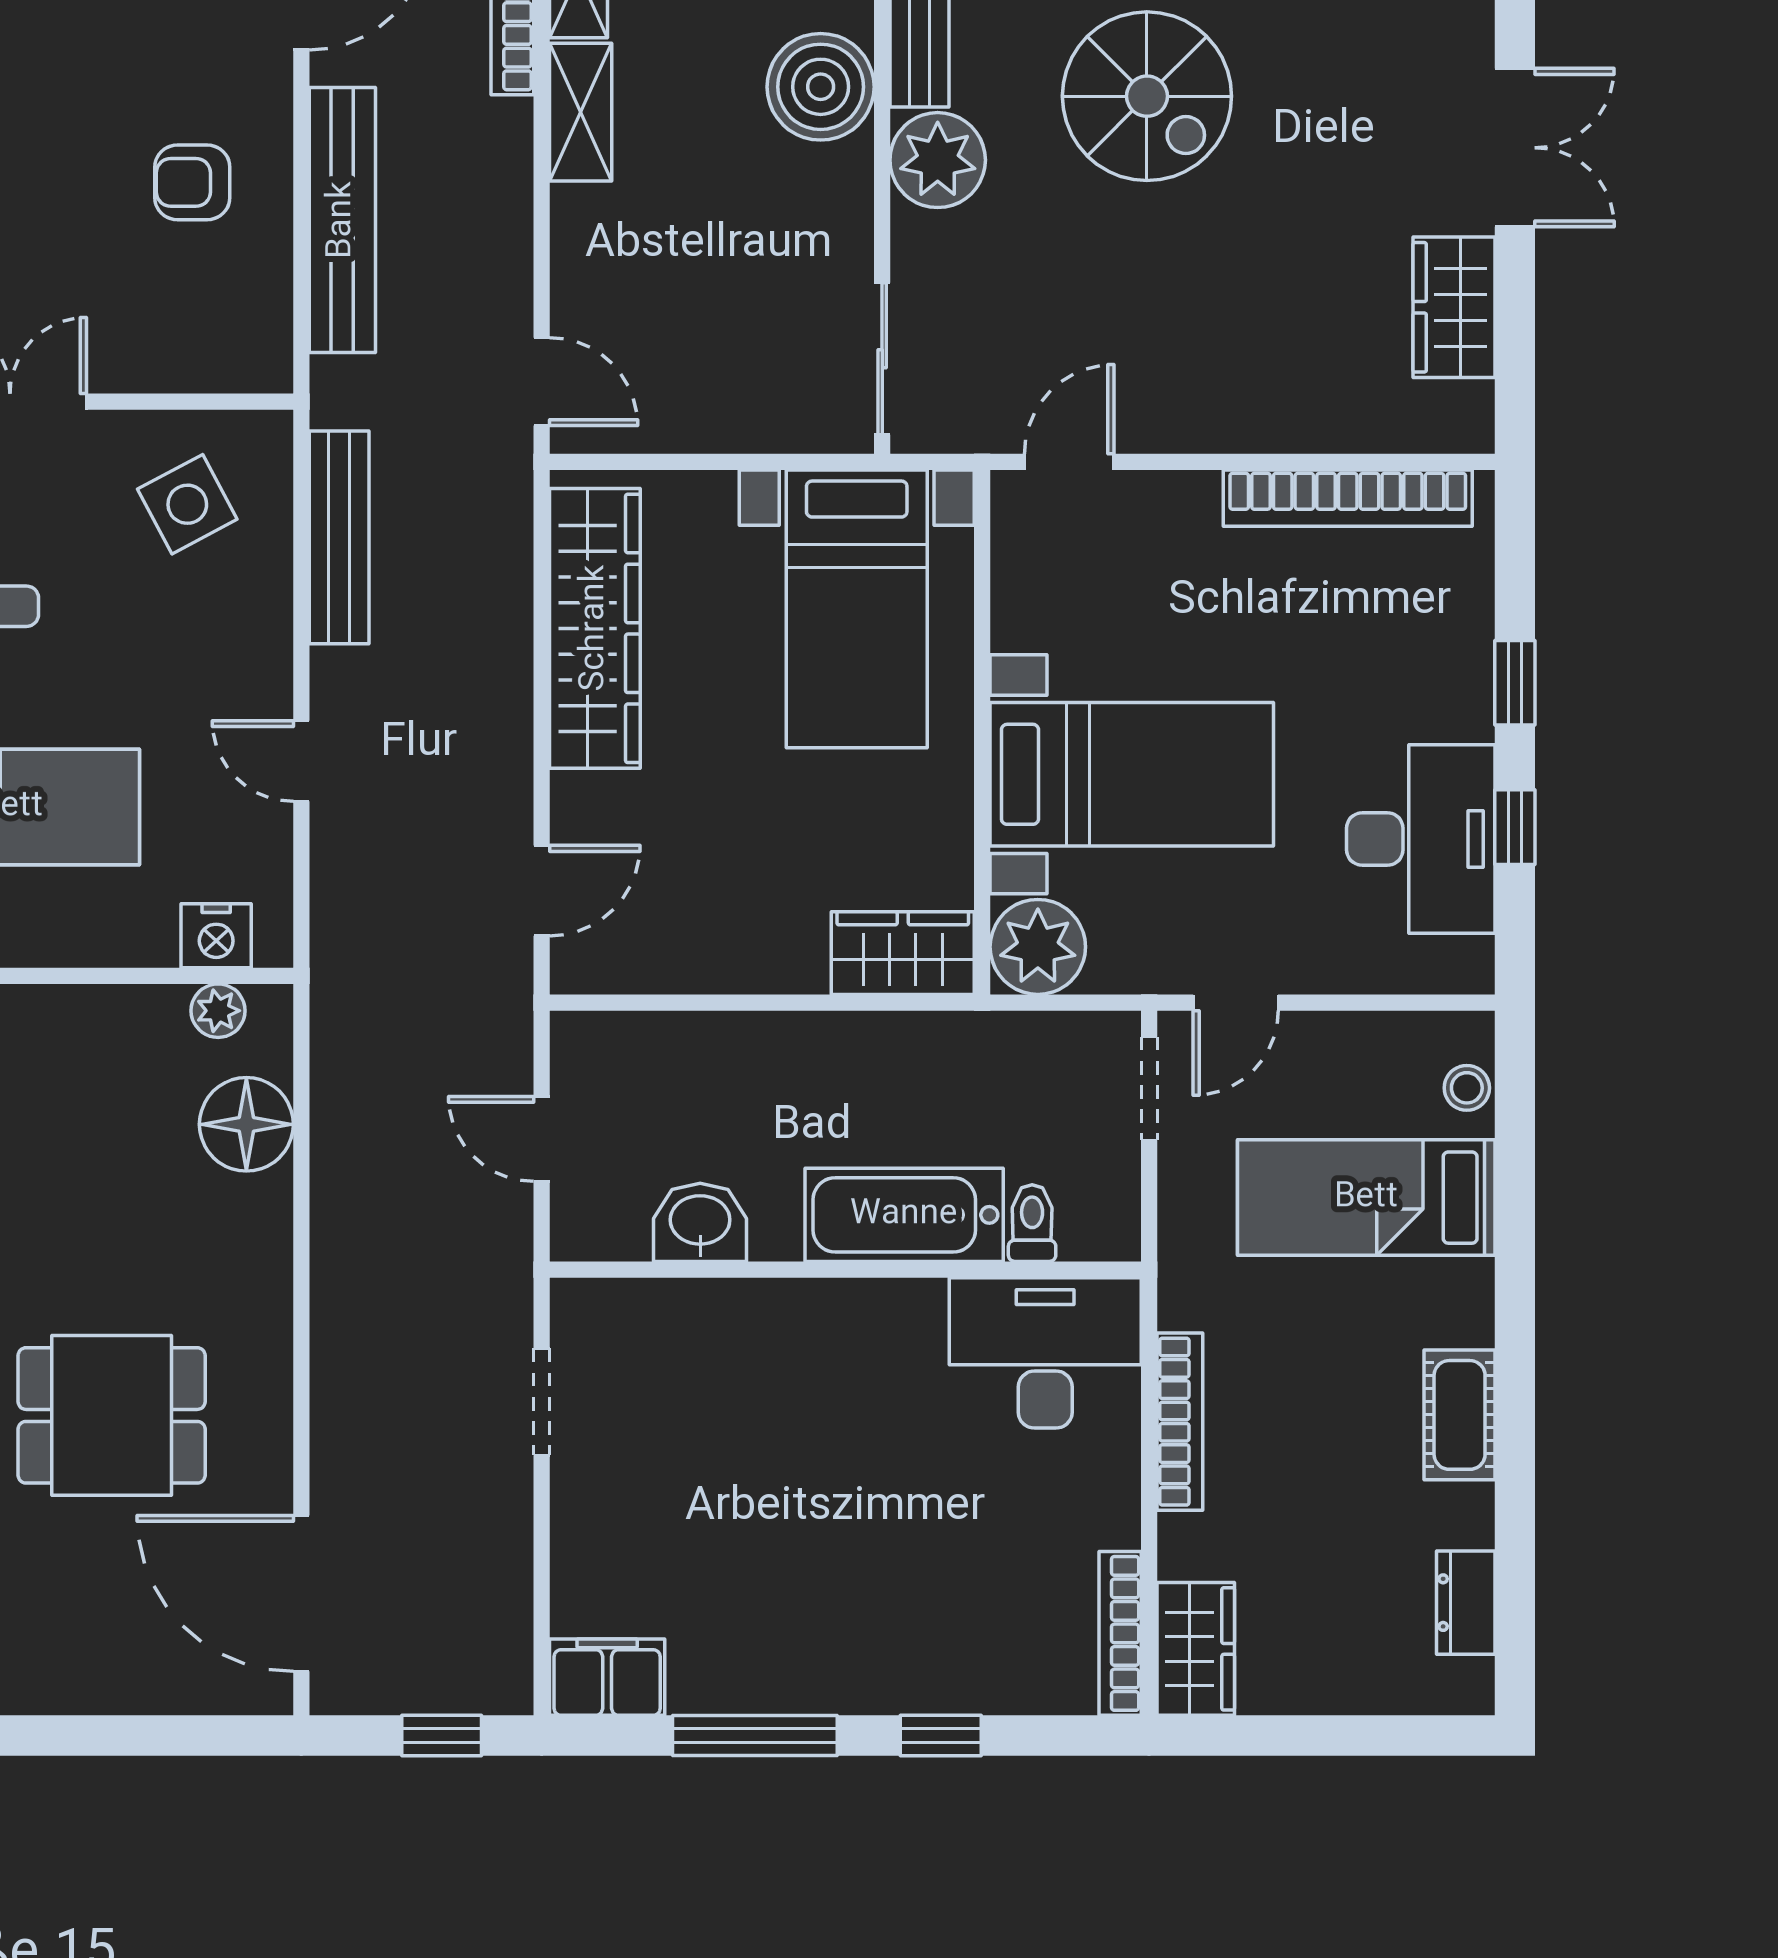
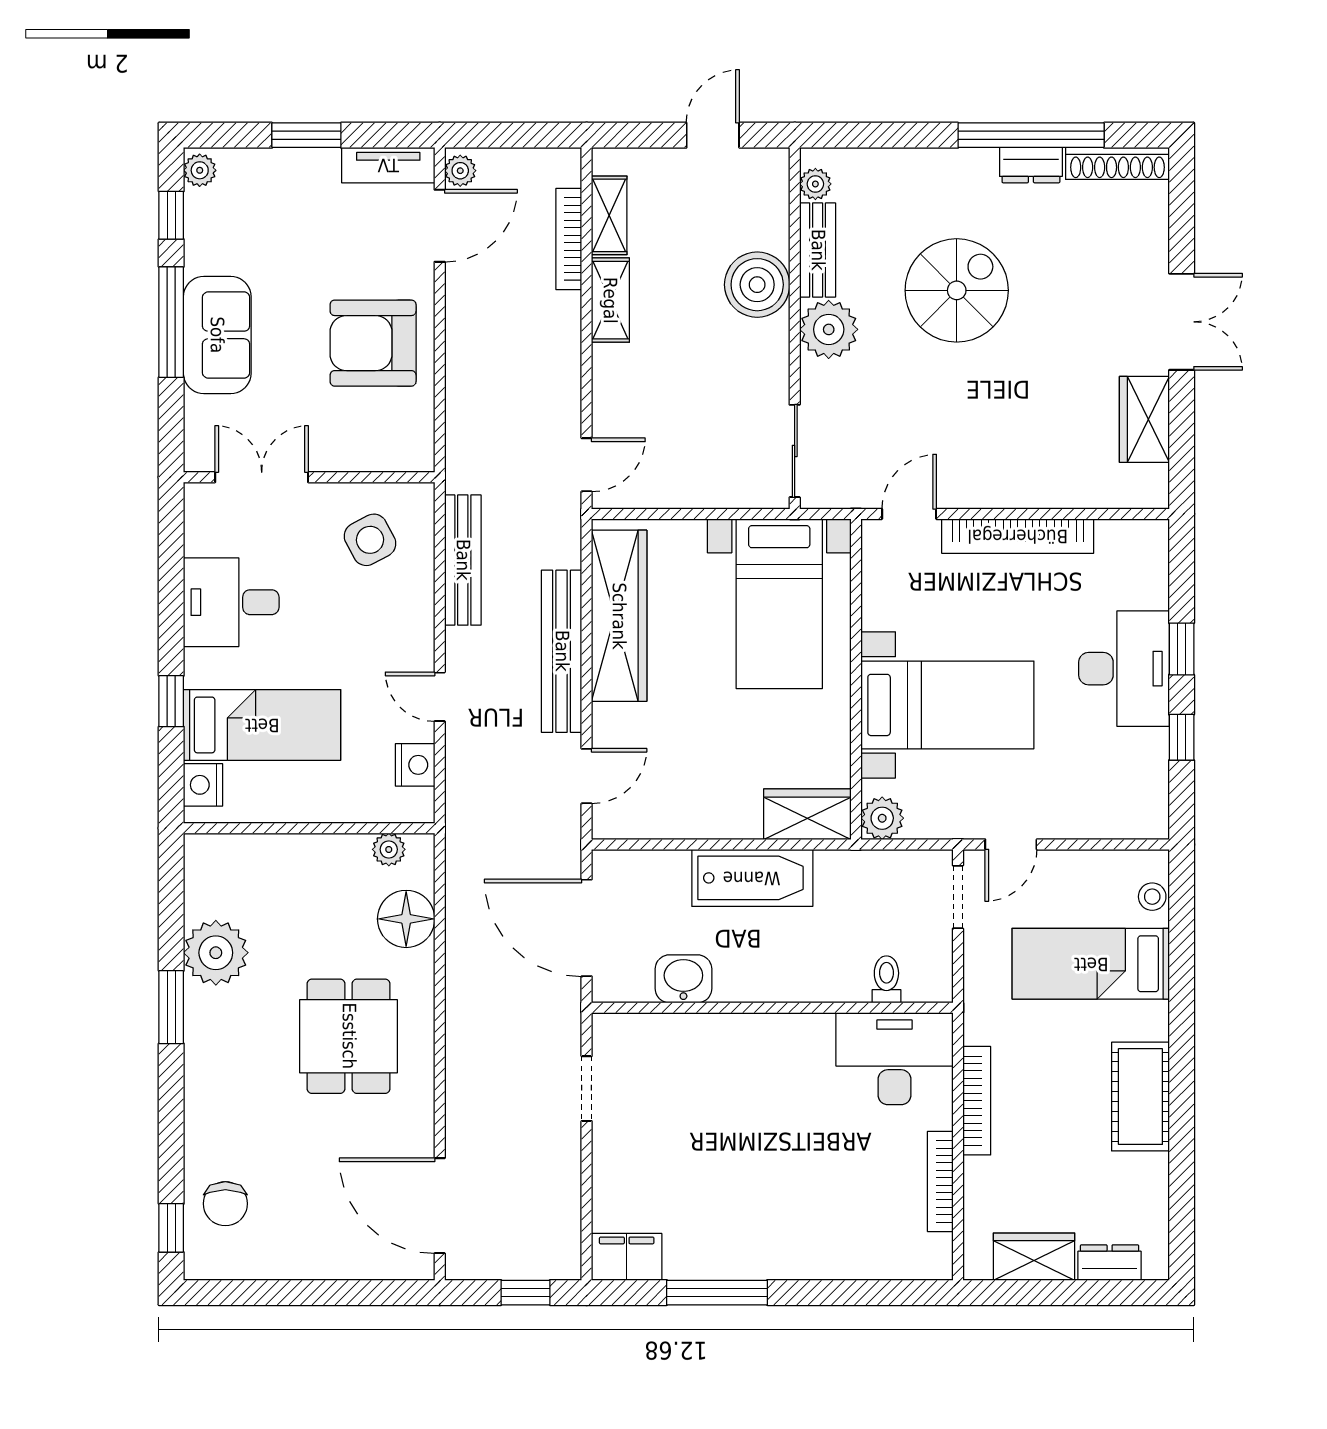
spiral stairs: (1147, 96) -> (957, 290), turned -90
armchair: (192, 182) -> (373, 343), width x1.88, depth x1.88
bench: (342, 220) -> (562, 651), moved
door: (542, 382) -> (587, 465), hinge flipped
bookcase: (1348, 498) -> (1018, 536), moved
desk: (1421, 839) -> (1124, 669), moved
nightstand: (216, 936) -> (415, 765), moved, turned -90
plant: (1038, 947) -> (882, 818), width x0.73, depth x0.73
door: (542, 1139) -> (587, 928), width x1.88
bathtub: (904, 1215) -> (752, 878), moved, turned 180
dining table: (112, 1415) -> (349, 1036), moved, turned 90
cot: (1460, 1415) -> (1140, 1097), width x1.37, depth x1.34
dresser: (1466, 1603) -> (1110, 1263), moved, turned 90
bookcase: (1120, 1633) -> (940, 1181), moved
wardrobe: (1196, 1649) -> (1034, 1257), moved, turned -90
window: (941, 1736) -> (831, 1293), removed

